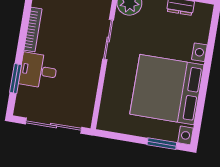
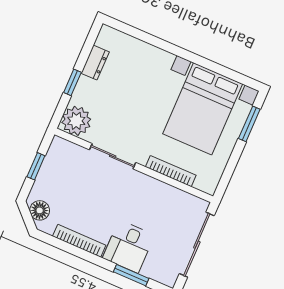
bookcase: (108, 90) -> (171, 171), added
bed with nightstands: (167, 90) -> (203, 109), width x0.73

